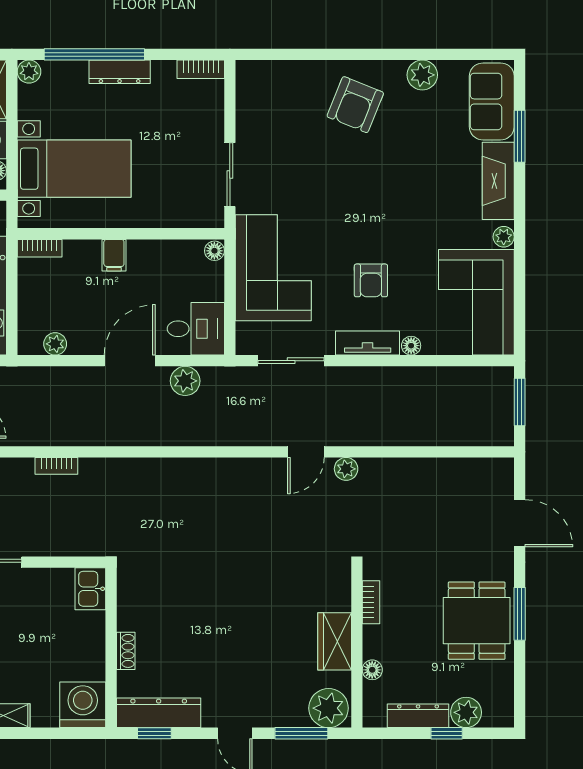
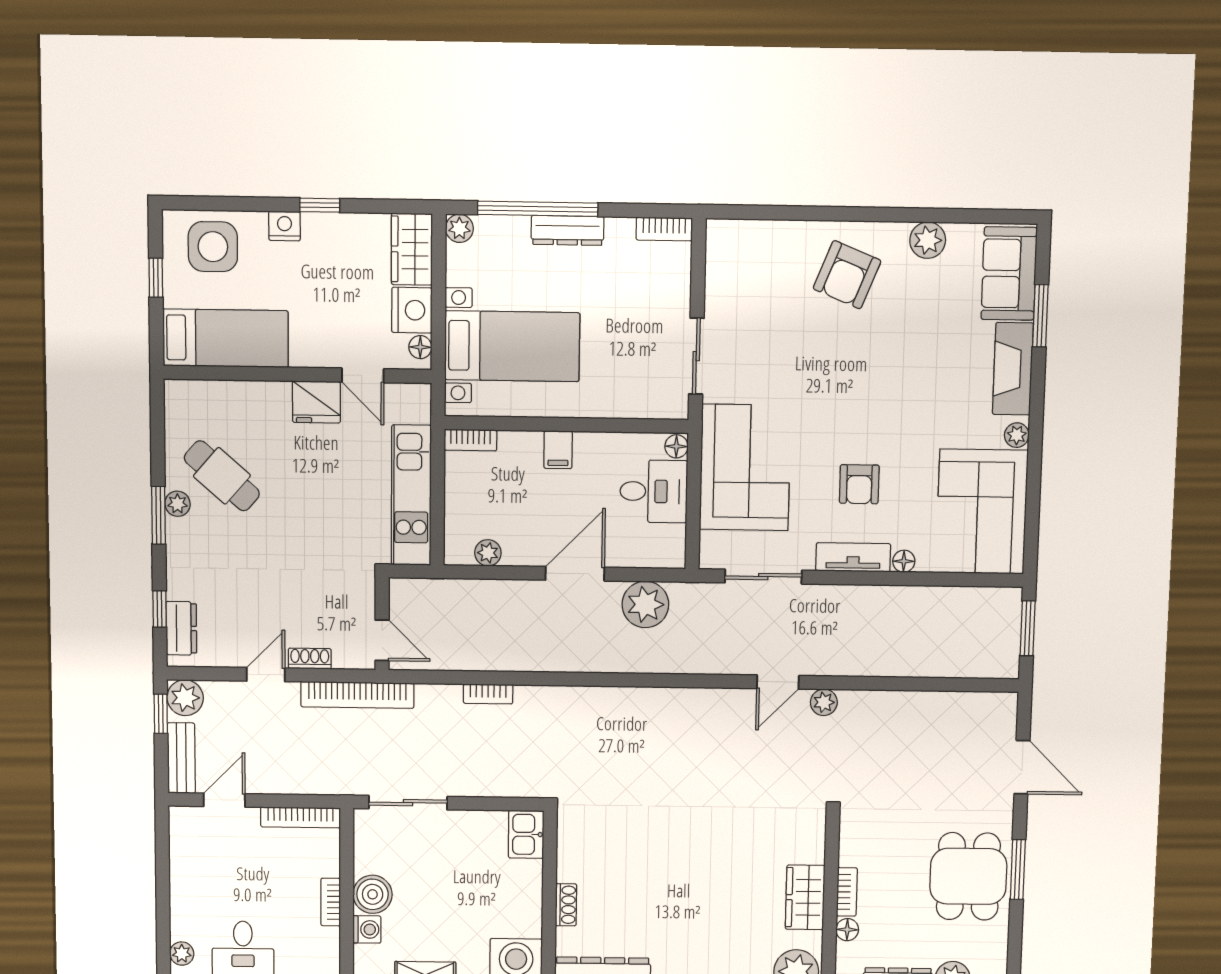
desk: (196, 329) -> (654, 491), moved
plant: (185, 381) -> (645, 604), width x1.36, depth x1.36
bookcase: (371, 602) -> (847, 892), moved

